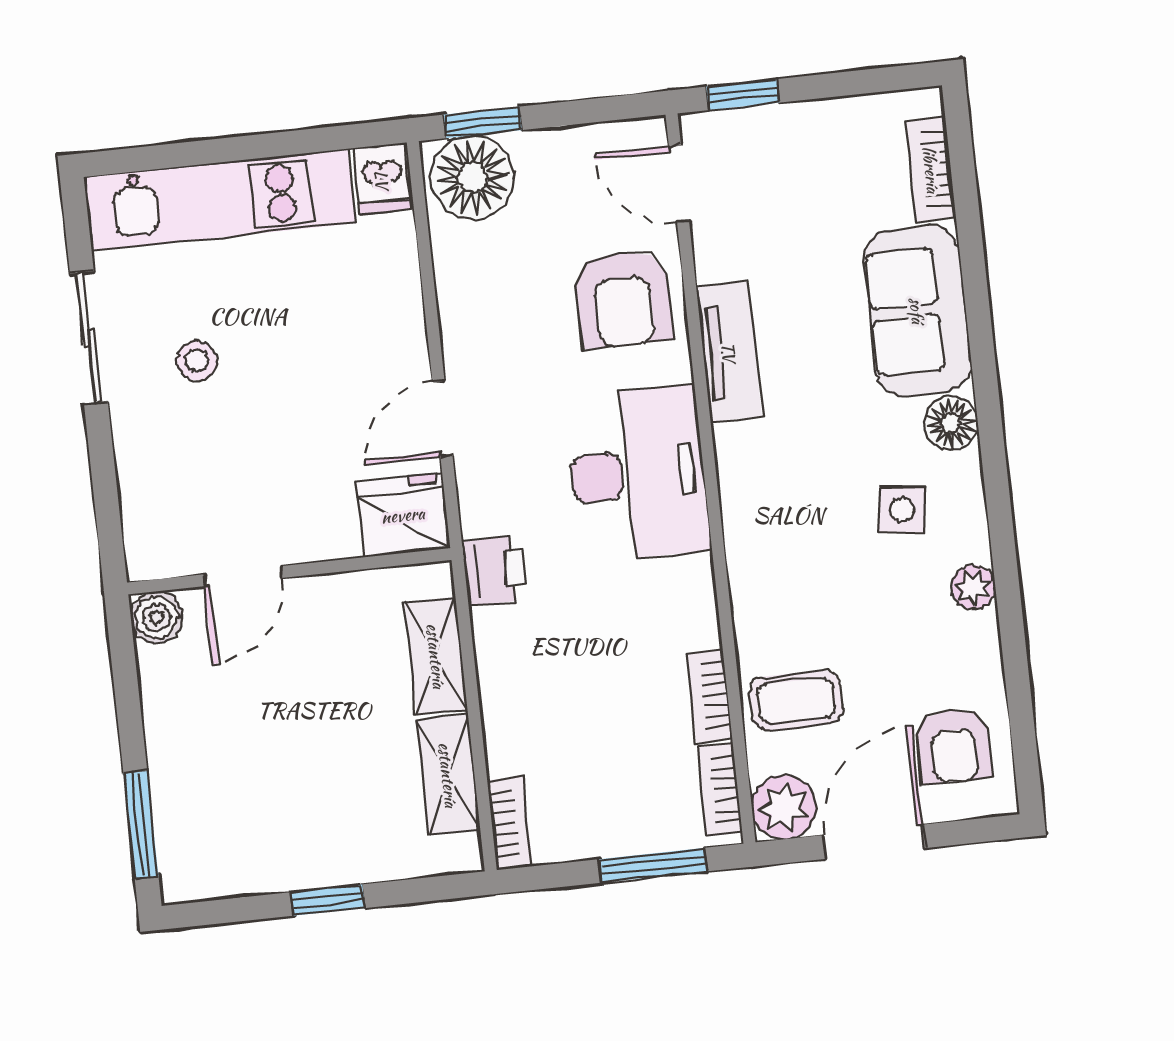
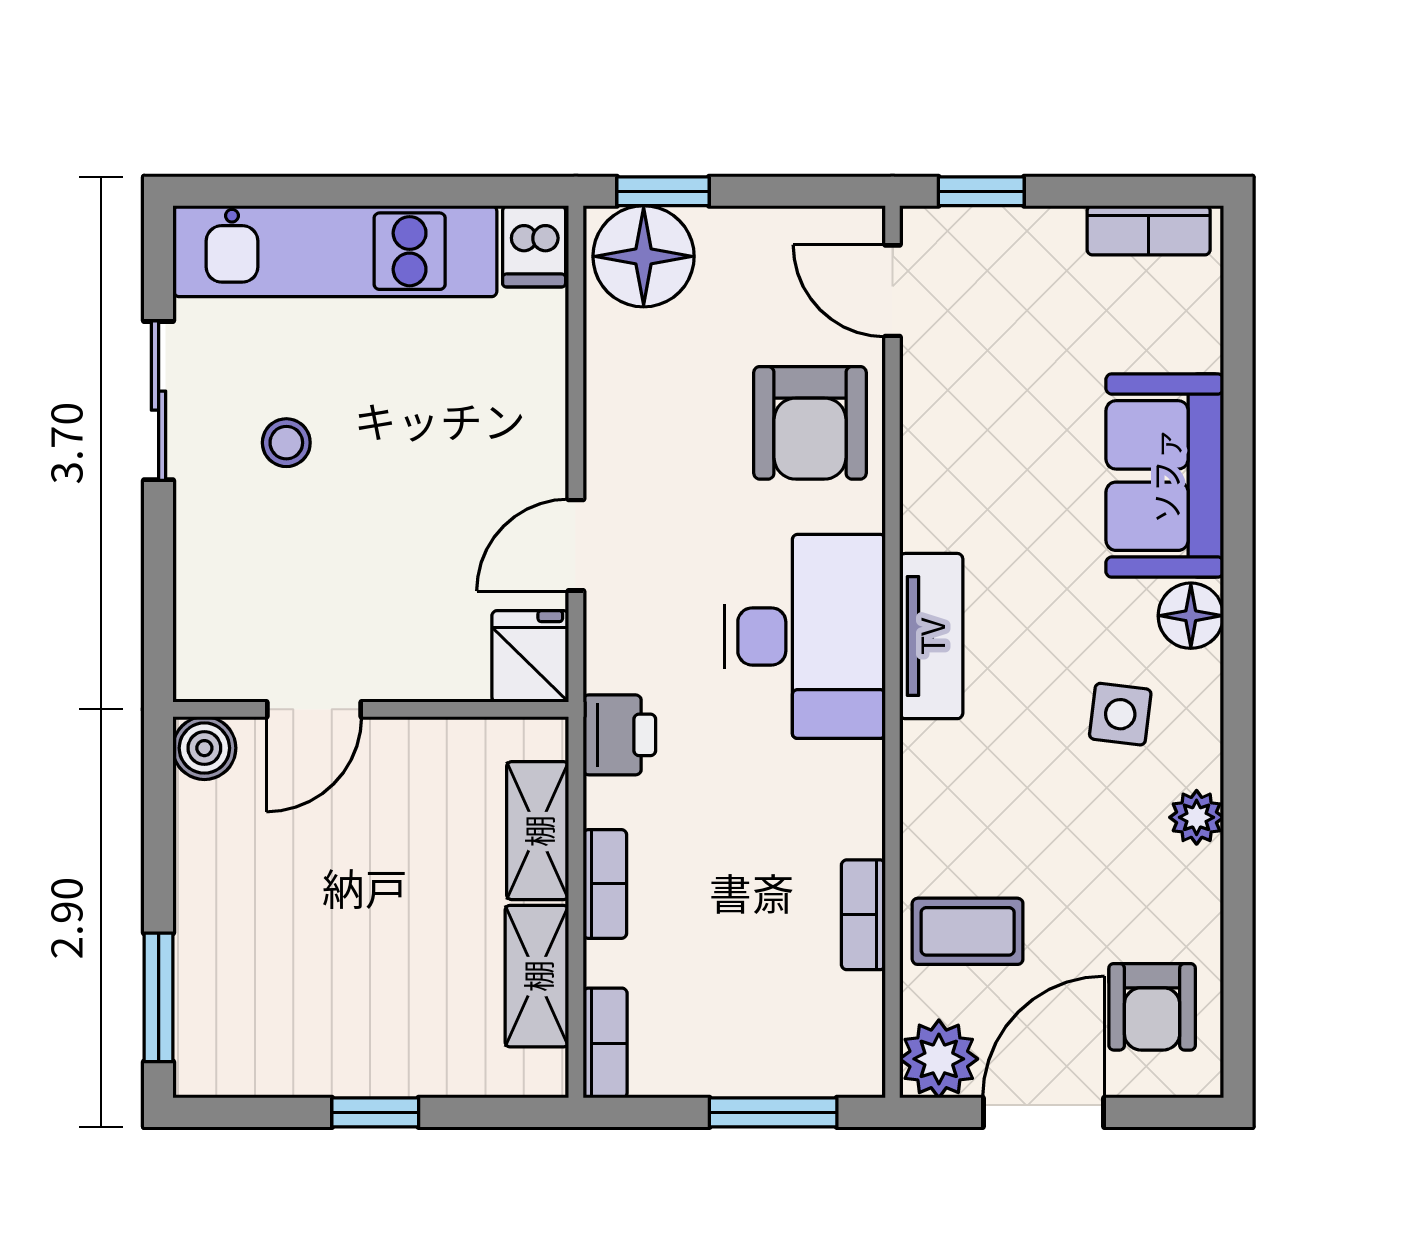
bookcase: (931, 170) -> (1149, 230), moved, turned -90
tv unit: (729, 352) -> (931, 636), moved
fridge: (403, 515) -> (530, 656), width x0.72
bookcase: (720, 790) -> (605, 884), moved, turned 180

